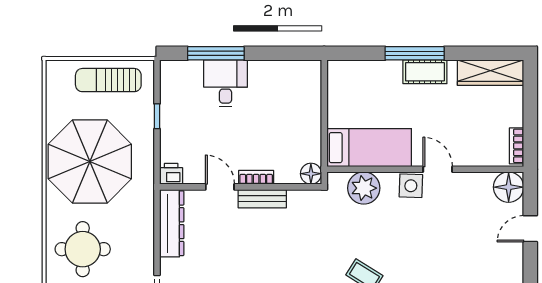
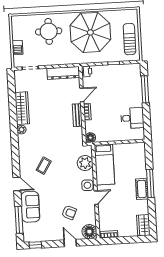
wardrobe: (491, 73) -> (143, 225), width x0.67
desk: (226, 83) -> (132, 118), moved
armchair: (466, 227) -> (69, 212), added

